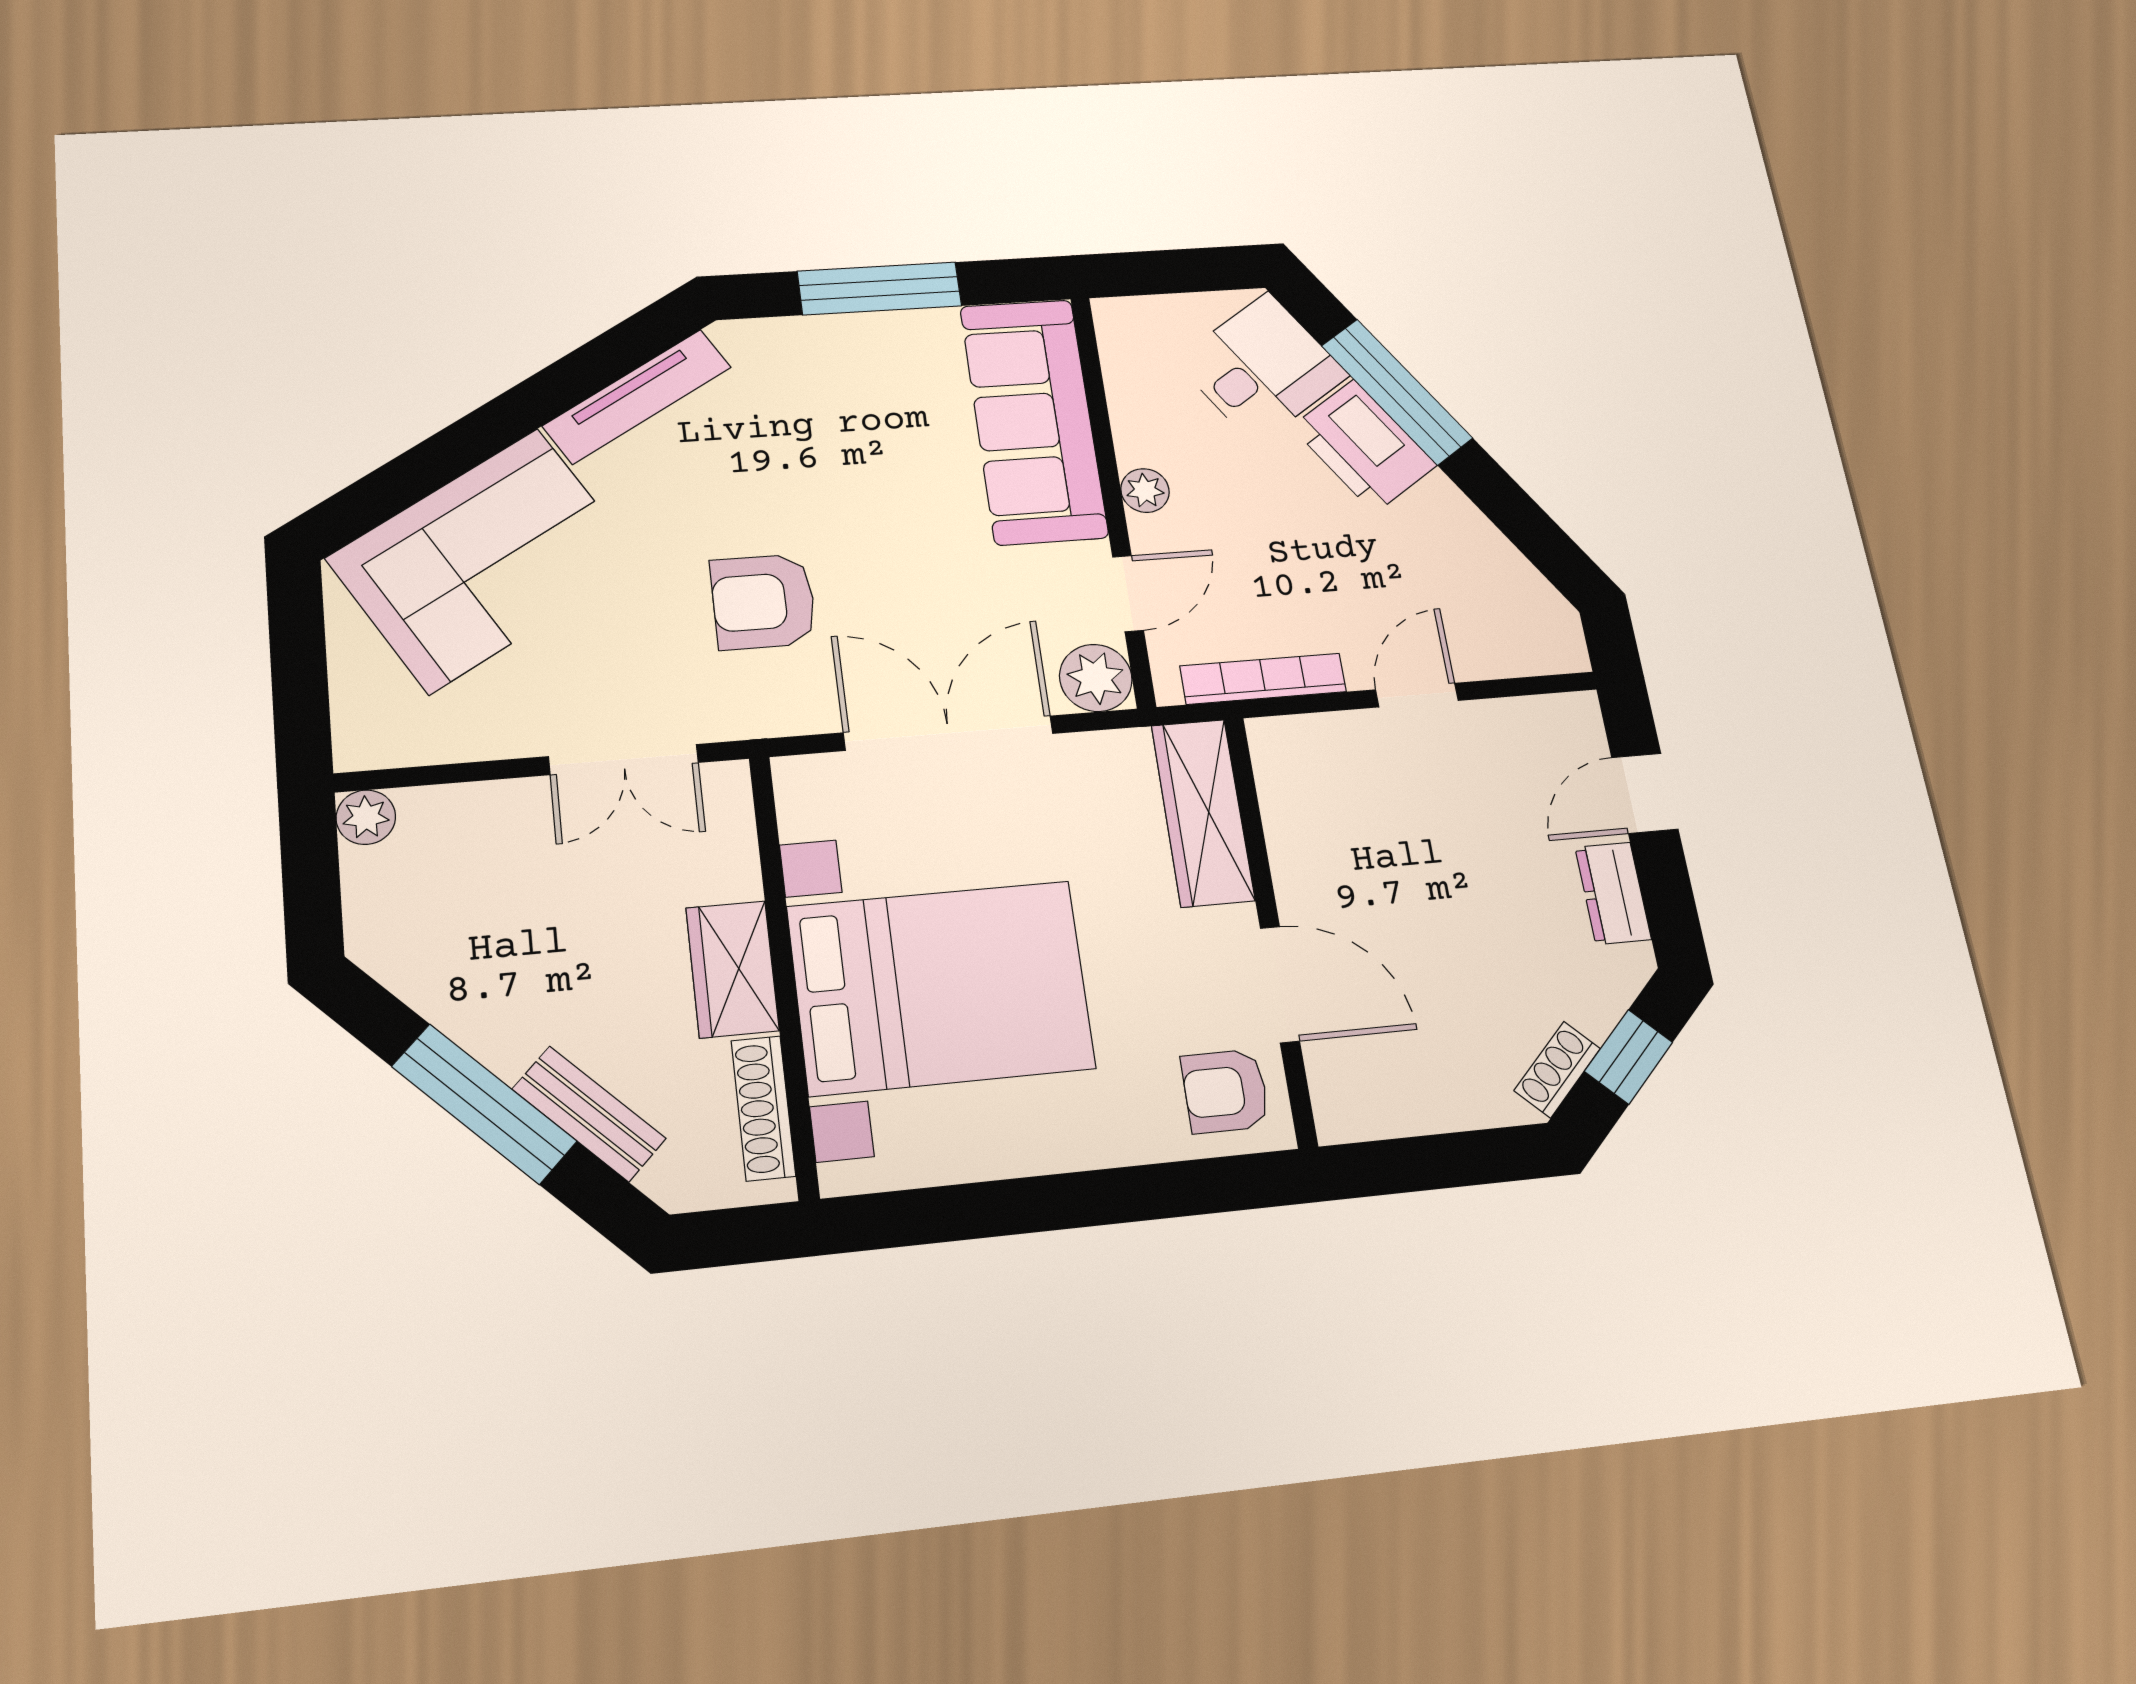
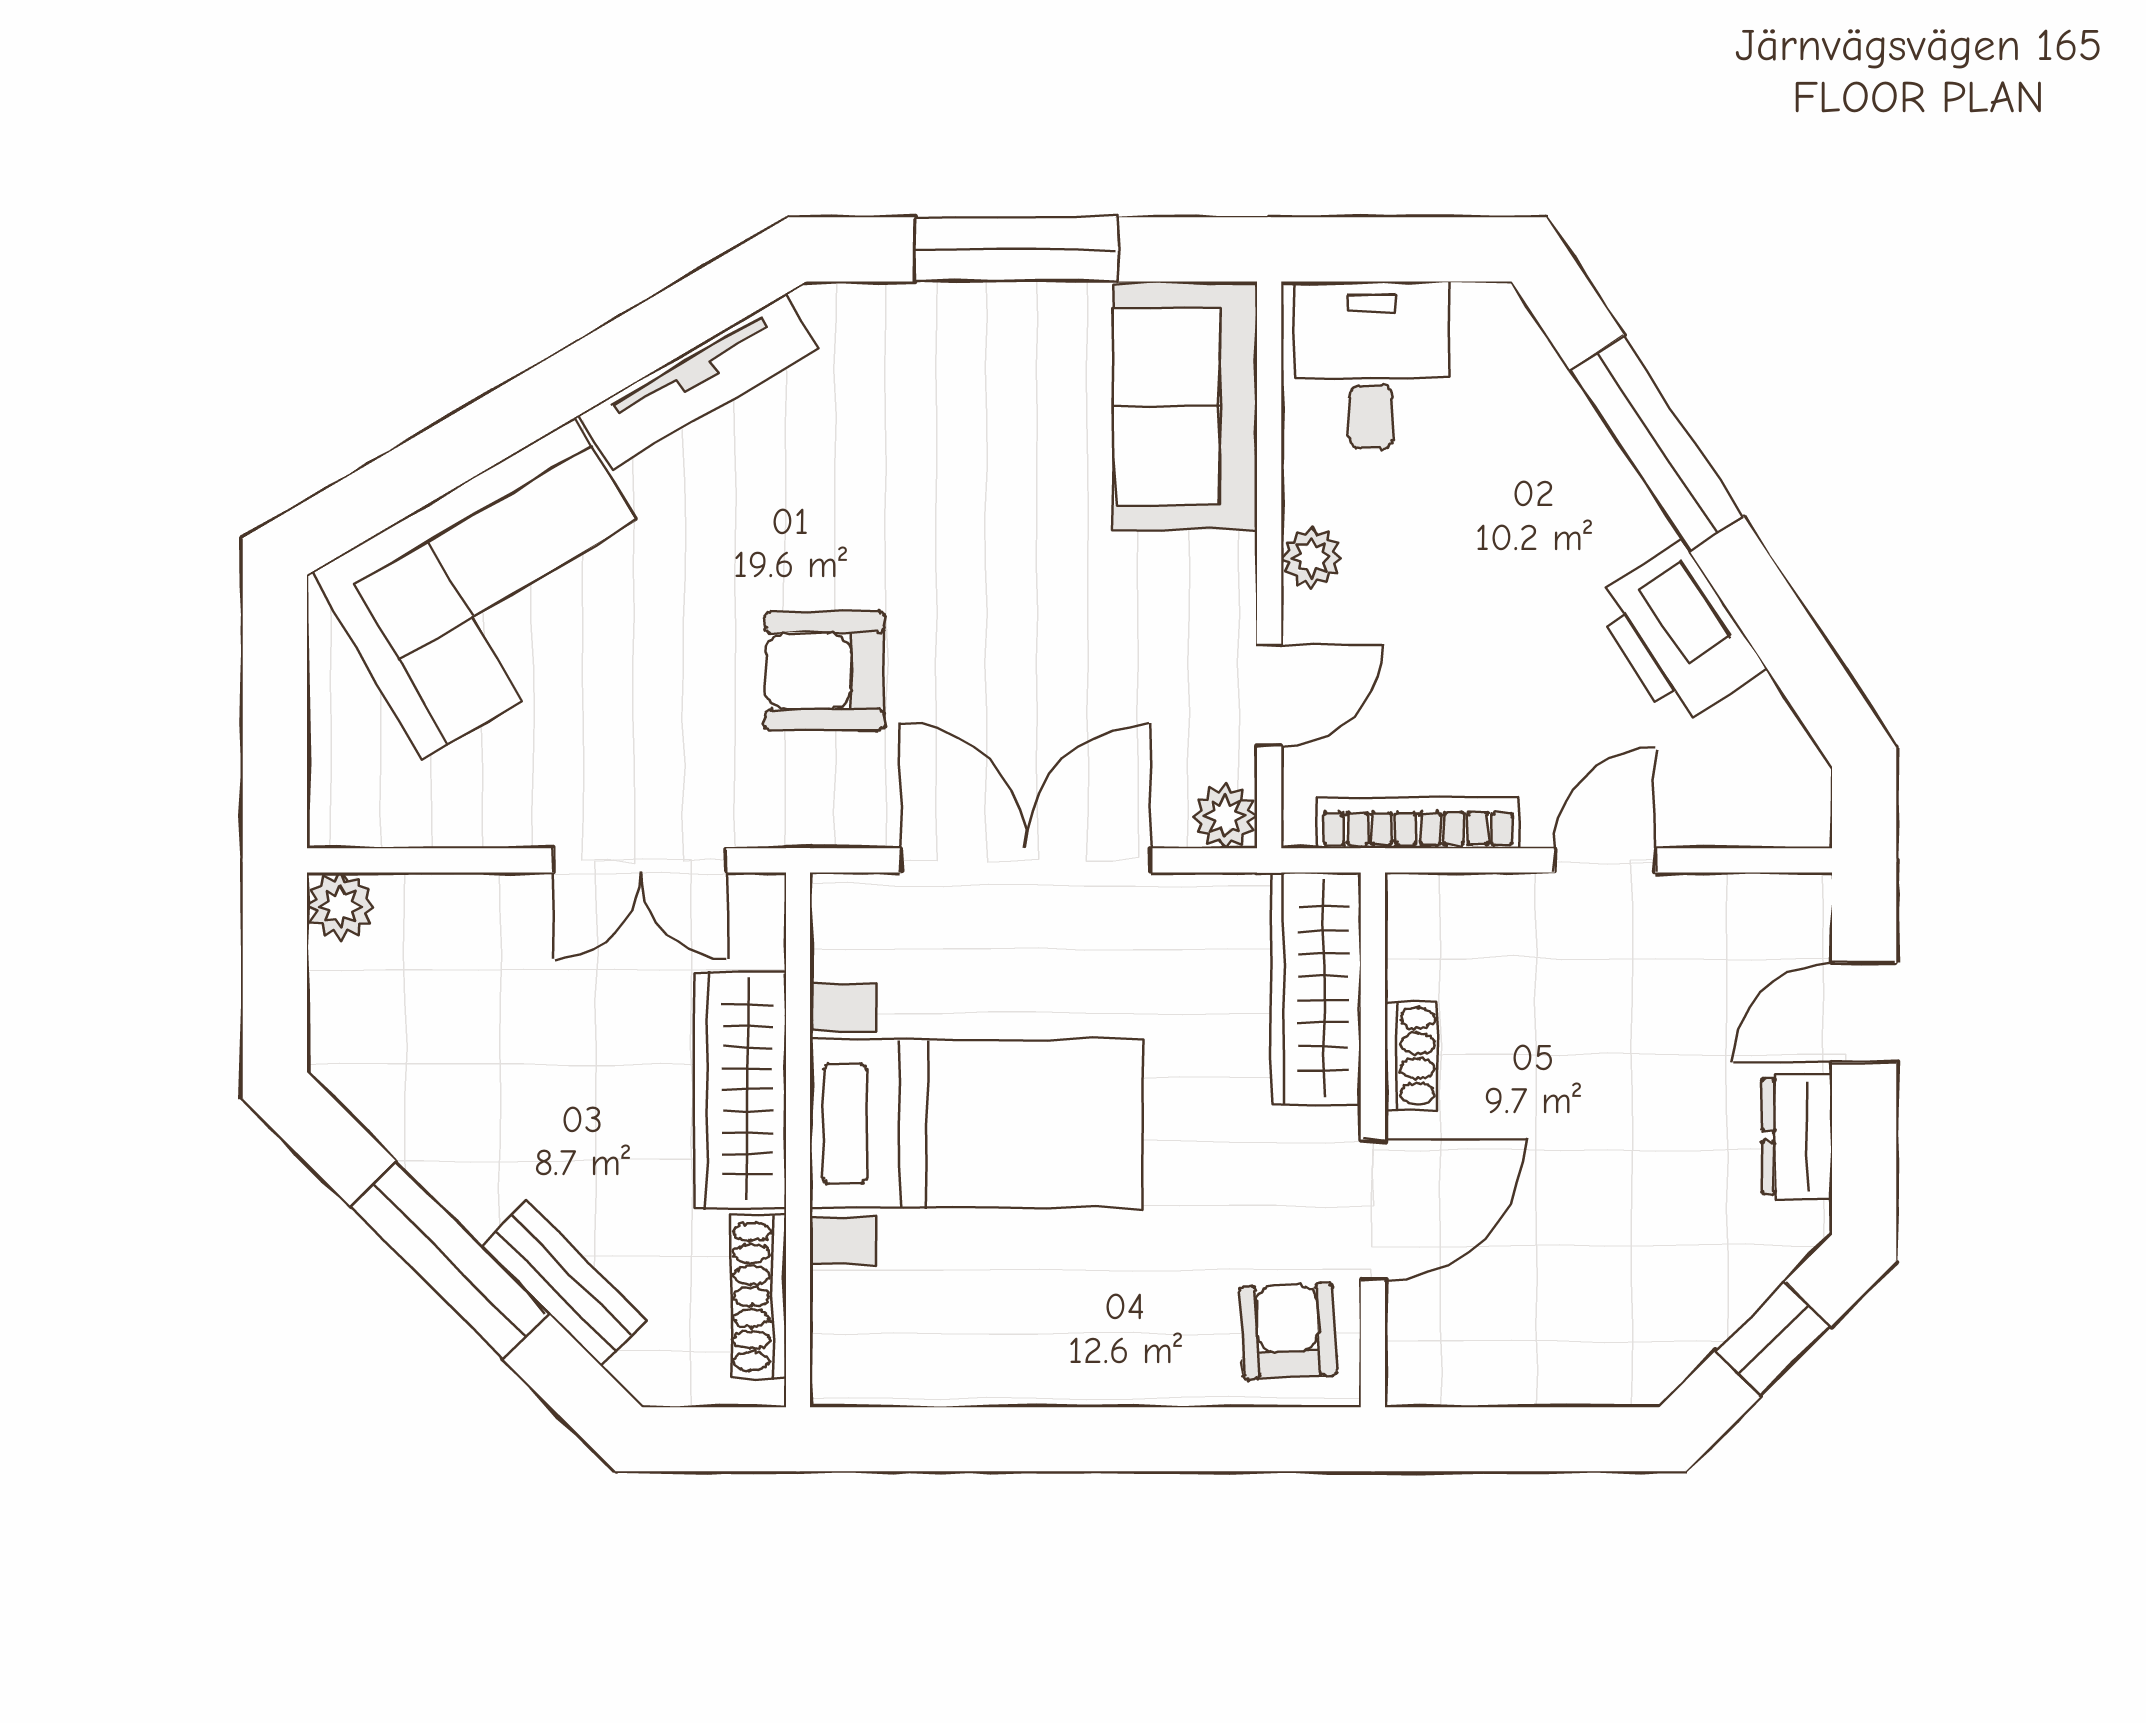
desk: (1262, 368) -> (1371, 365), moved, turned -57
sofa: (1034, 421) -> (1186, 406), width x0.73
printer: (1364, 446) -> (1678, 634), moved
plant: (1096, 678) -> (1225, 816), width x0.73, depth x0.73
wardrobe: (732, 969) -> (740, 1090), width x1.50
door: (1280, 984) -> (1373, 1210), hinge flipped
bed with nightstands: (941, 987) -> (976, 1124), width x0.73
shoe rack: (1557, 1069) -> (1411, 1056), moved, turned 135
armchair: (1225, 1091) -> (1288, 1331), turned 87

